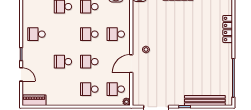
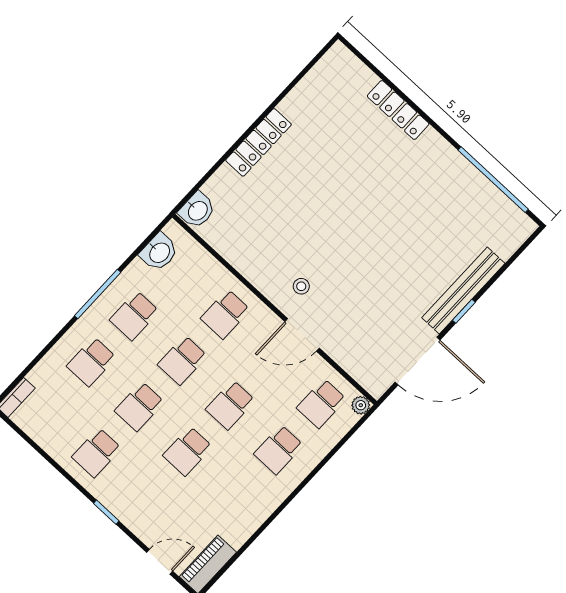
school desk: (63, 34) -> (139, 406), added
door: (131, 64) -> (302, 335), hinge flipped
door: (21, 74) -> (160, 562), moved
bench: (205, 100) -> (463, 291), moved

